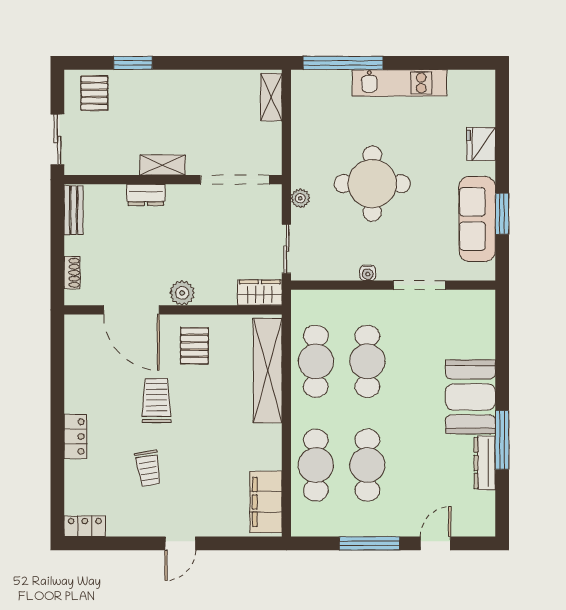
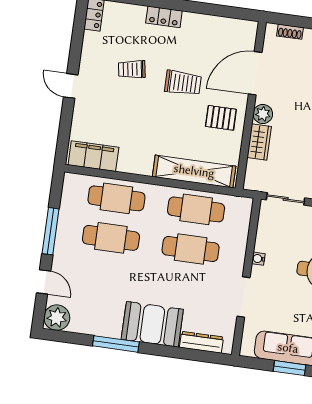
wardrobe: (260, 293) -> (259, 142), moved
dresser: (485, 463) -> (201, 342), moved
plant: (479, 520) -> (57, 318), added

